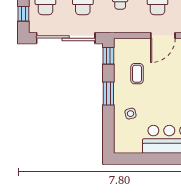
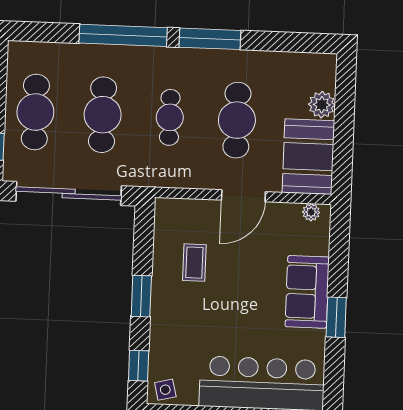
window: (108, 56) -> (139, 366), moved
side table: (130, 114) -> (165, 390), moved

